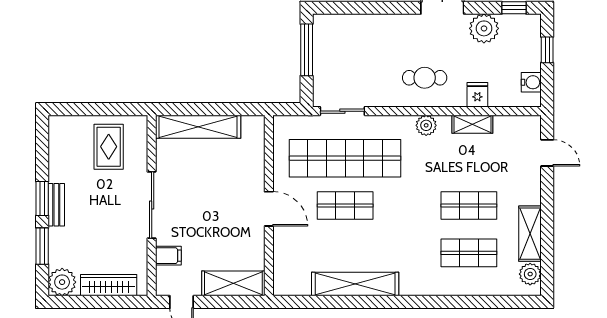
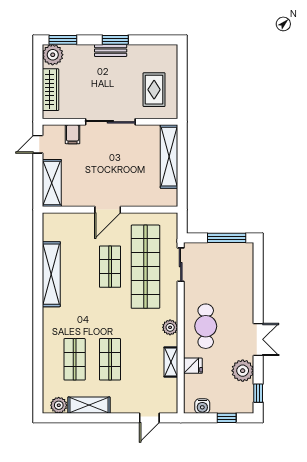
cafe table: (425, 78) -> (206, 326), width x1.37, depth x1.35
rug: (109, 147) -> (154, 90), turned 90
window: (42, 246) -> (63, 40), moved

